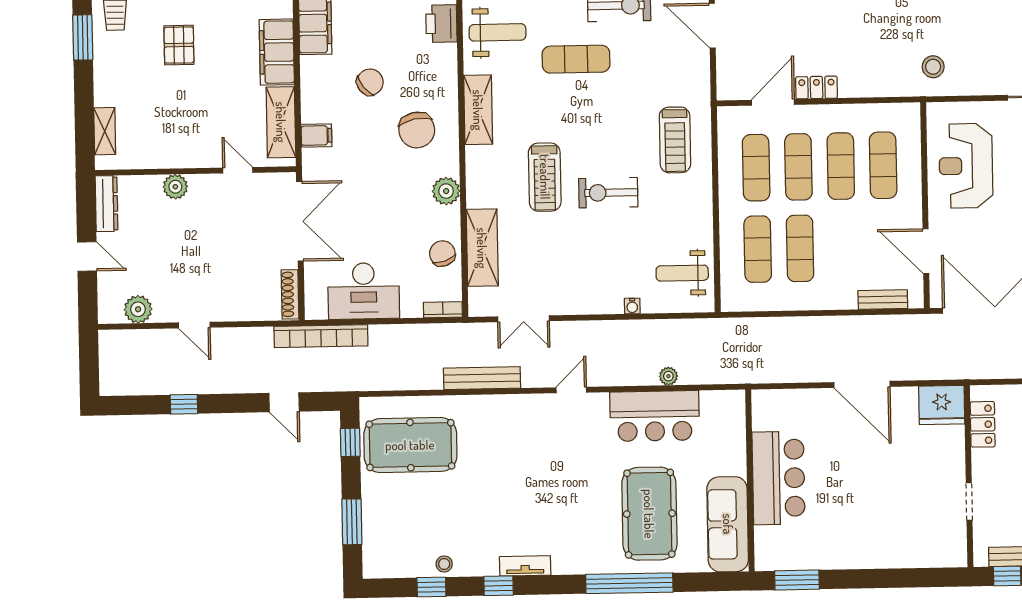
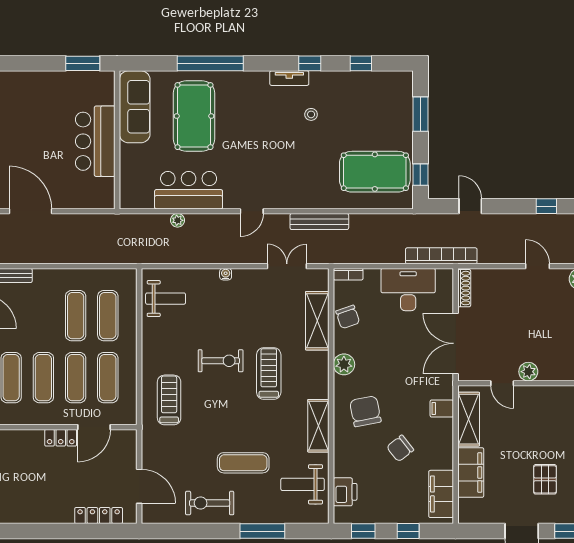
plant: (175, 187) -> (528, 372), moved
water cooler: (632, 306) -> (226, 274), moved
stool: (444, 564) -> (311, 114), moved

